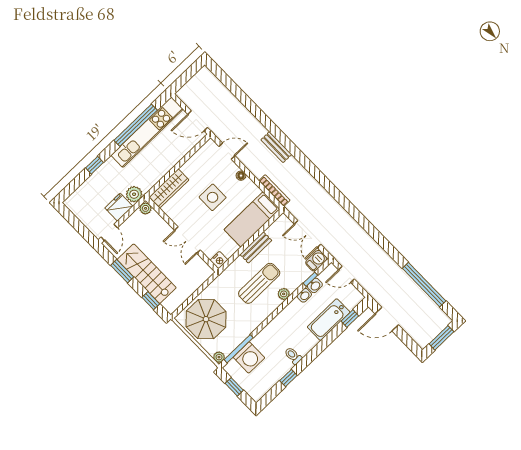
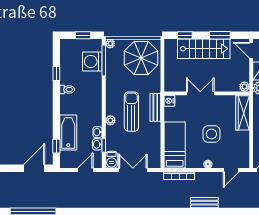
bench: (256, 247) -> (155, 107), moved
sun lounger: (259, 283) -> (131, 112), turned 180

